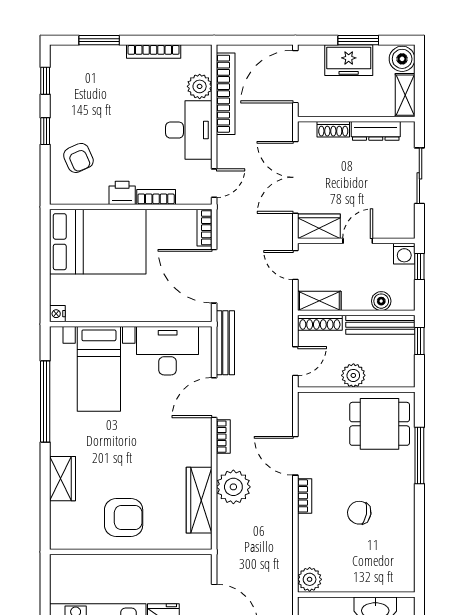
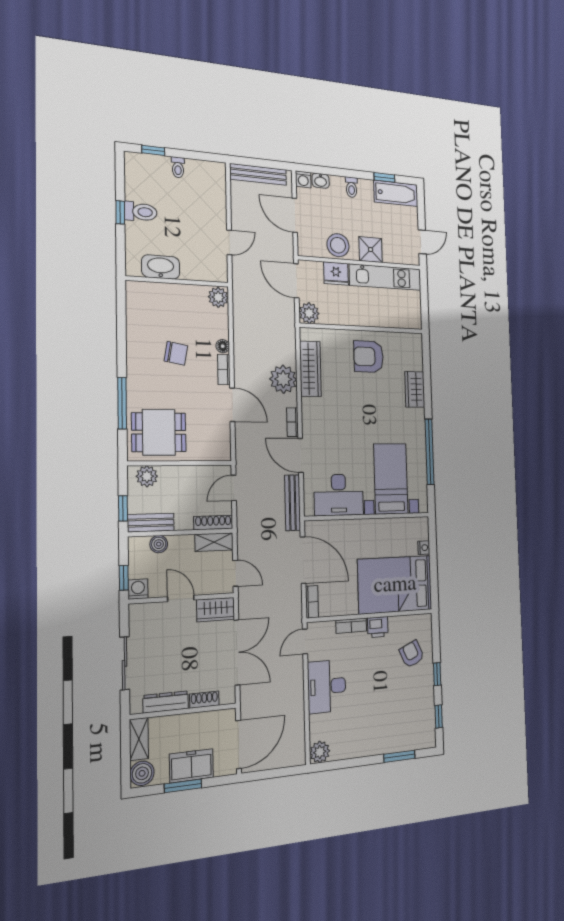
bookcase: (154, 52) -> (357, 752), removed
plant: (200, 86) -> (320, 752), moved
bookcase: (226, 94) -> (297, 722), removed
door: (358, 241) -> (181, 598), swing flipped
nightstand: (57, 314) -> (424, 548), moved
bench: (380, 325) -> (151, 523), width x0.73
plant: (353, 375) -> (147, 476), moved
door: (214, 398) -> (301, 455), swing flipped
floor lamp: (305, 523) -> (223, 346), added
plant: (199, 567) -> (309, 313), added

